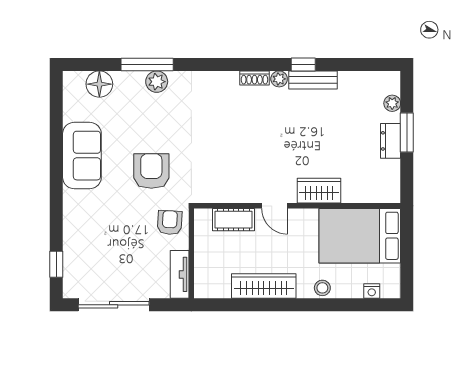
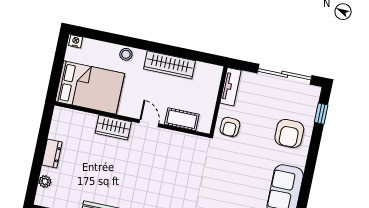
window: (407, 133) -> (39, 157), removed
armchair: (151, 171) -> (289, 134), moved
nightstand: (372, 291) -> (76, 41), moved

